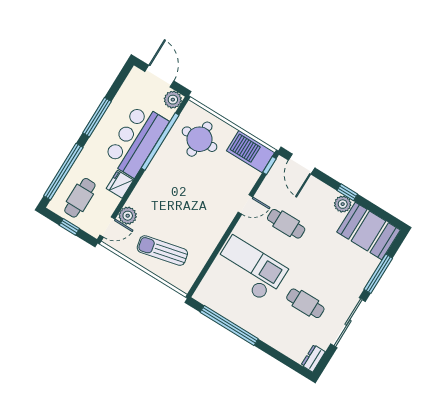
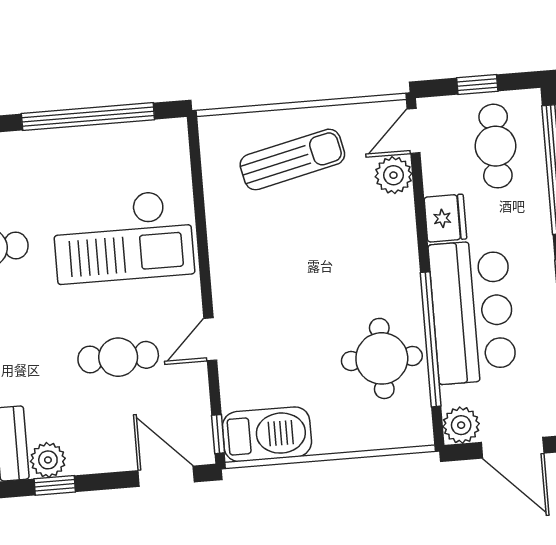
round table: (199, 139) -> (382, 358), moved

